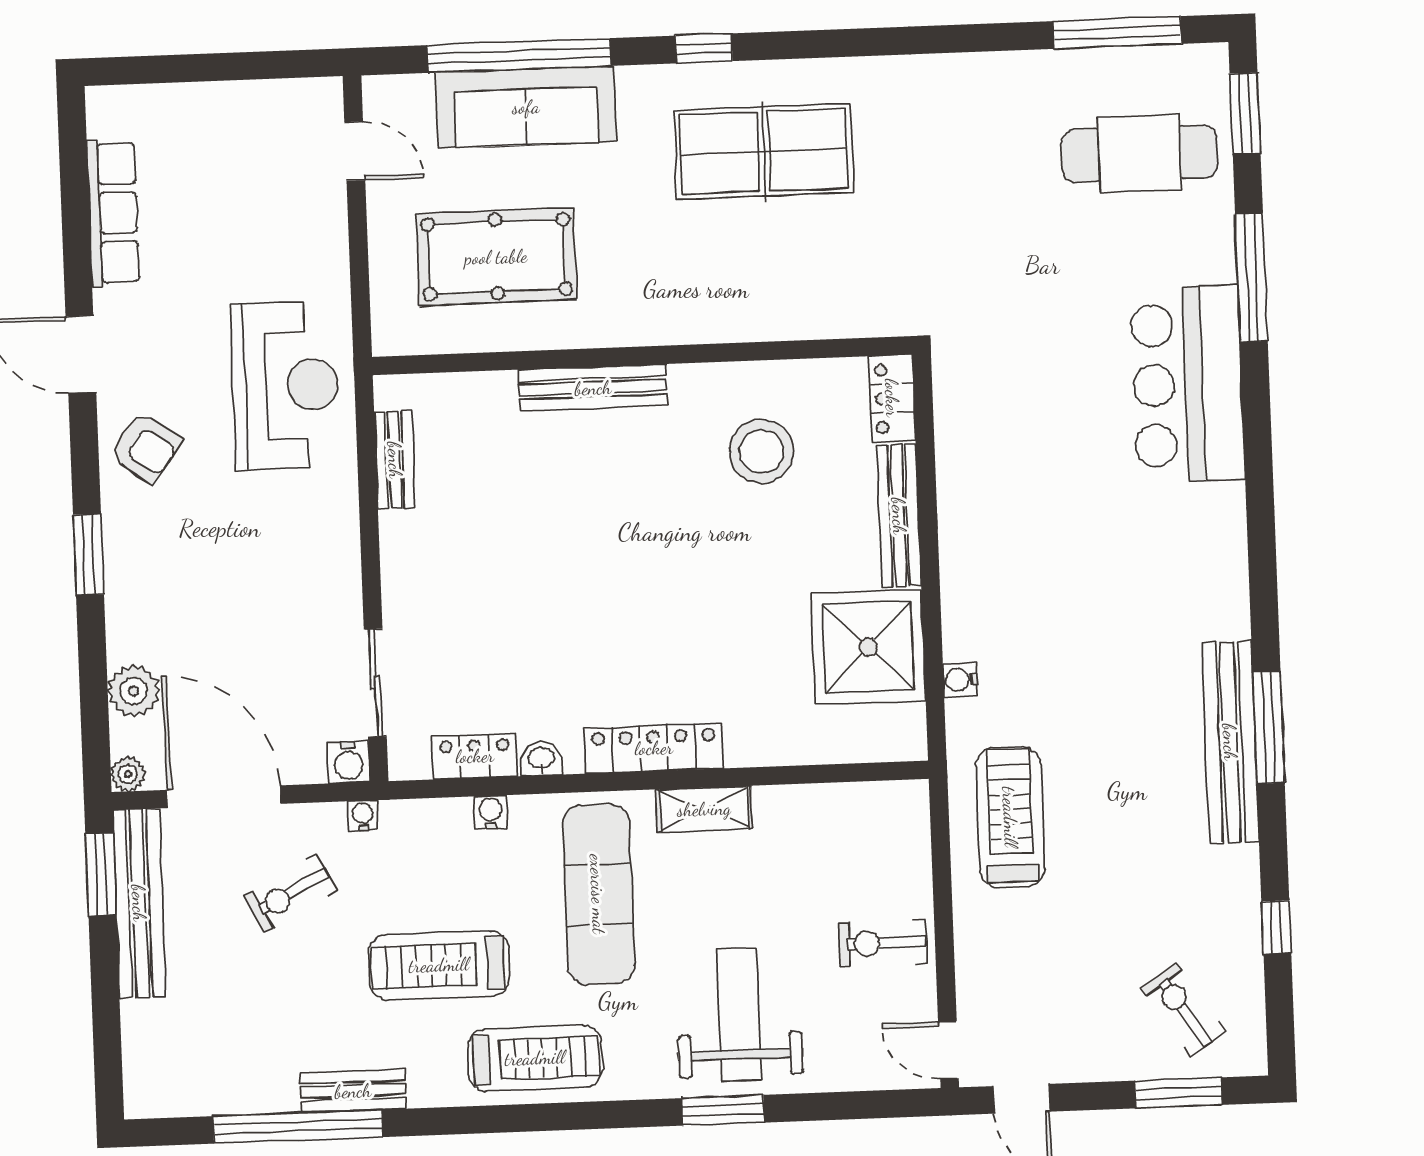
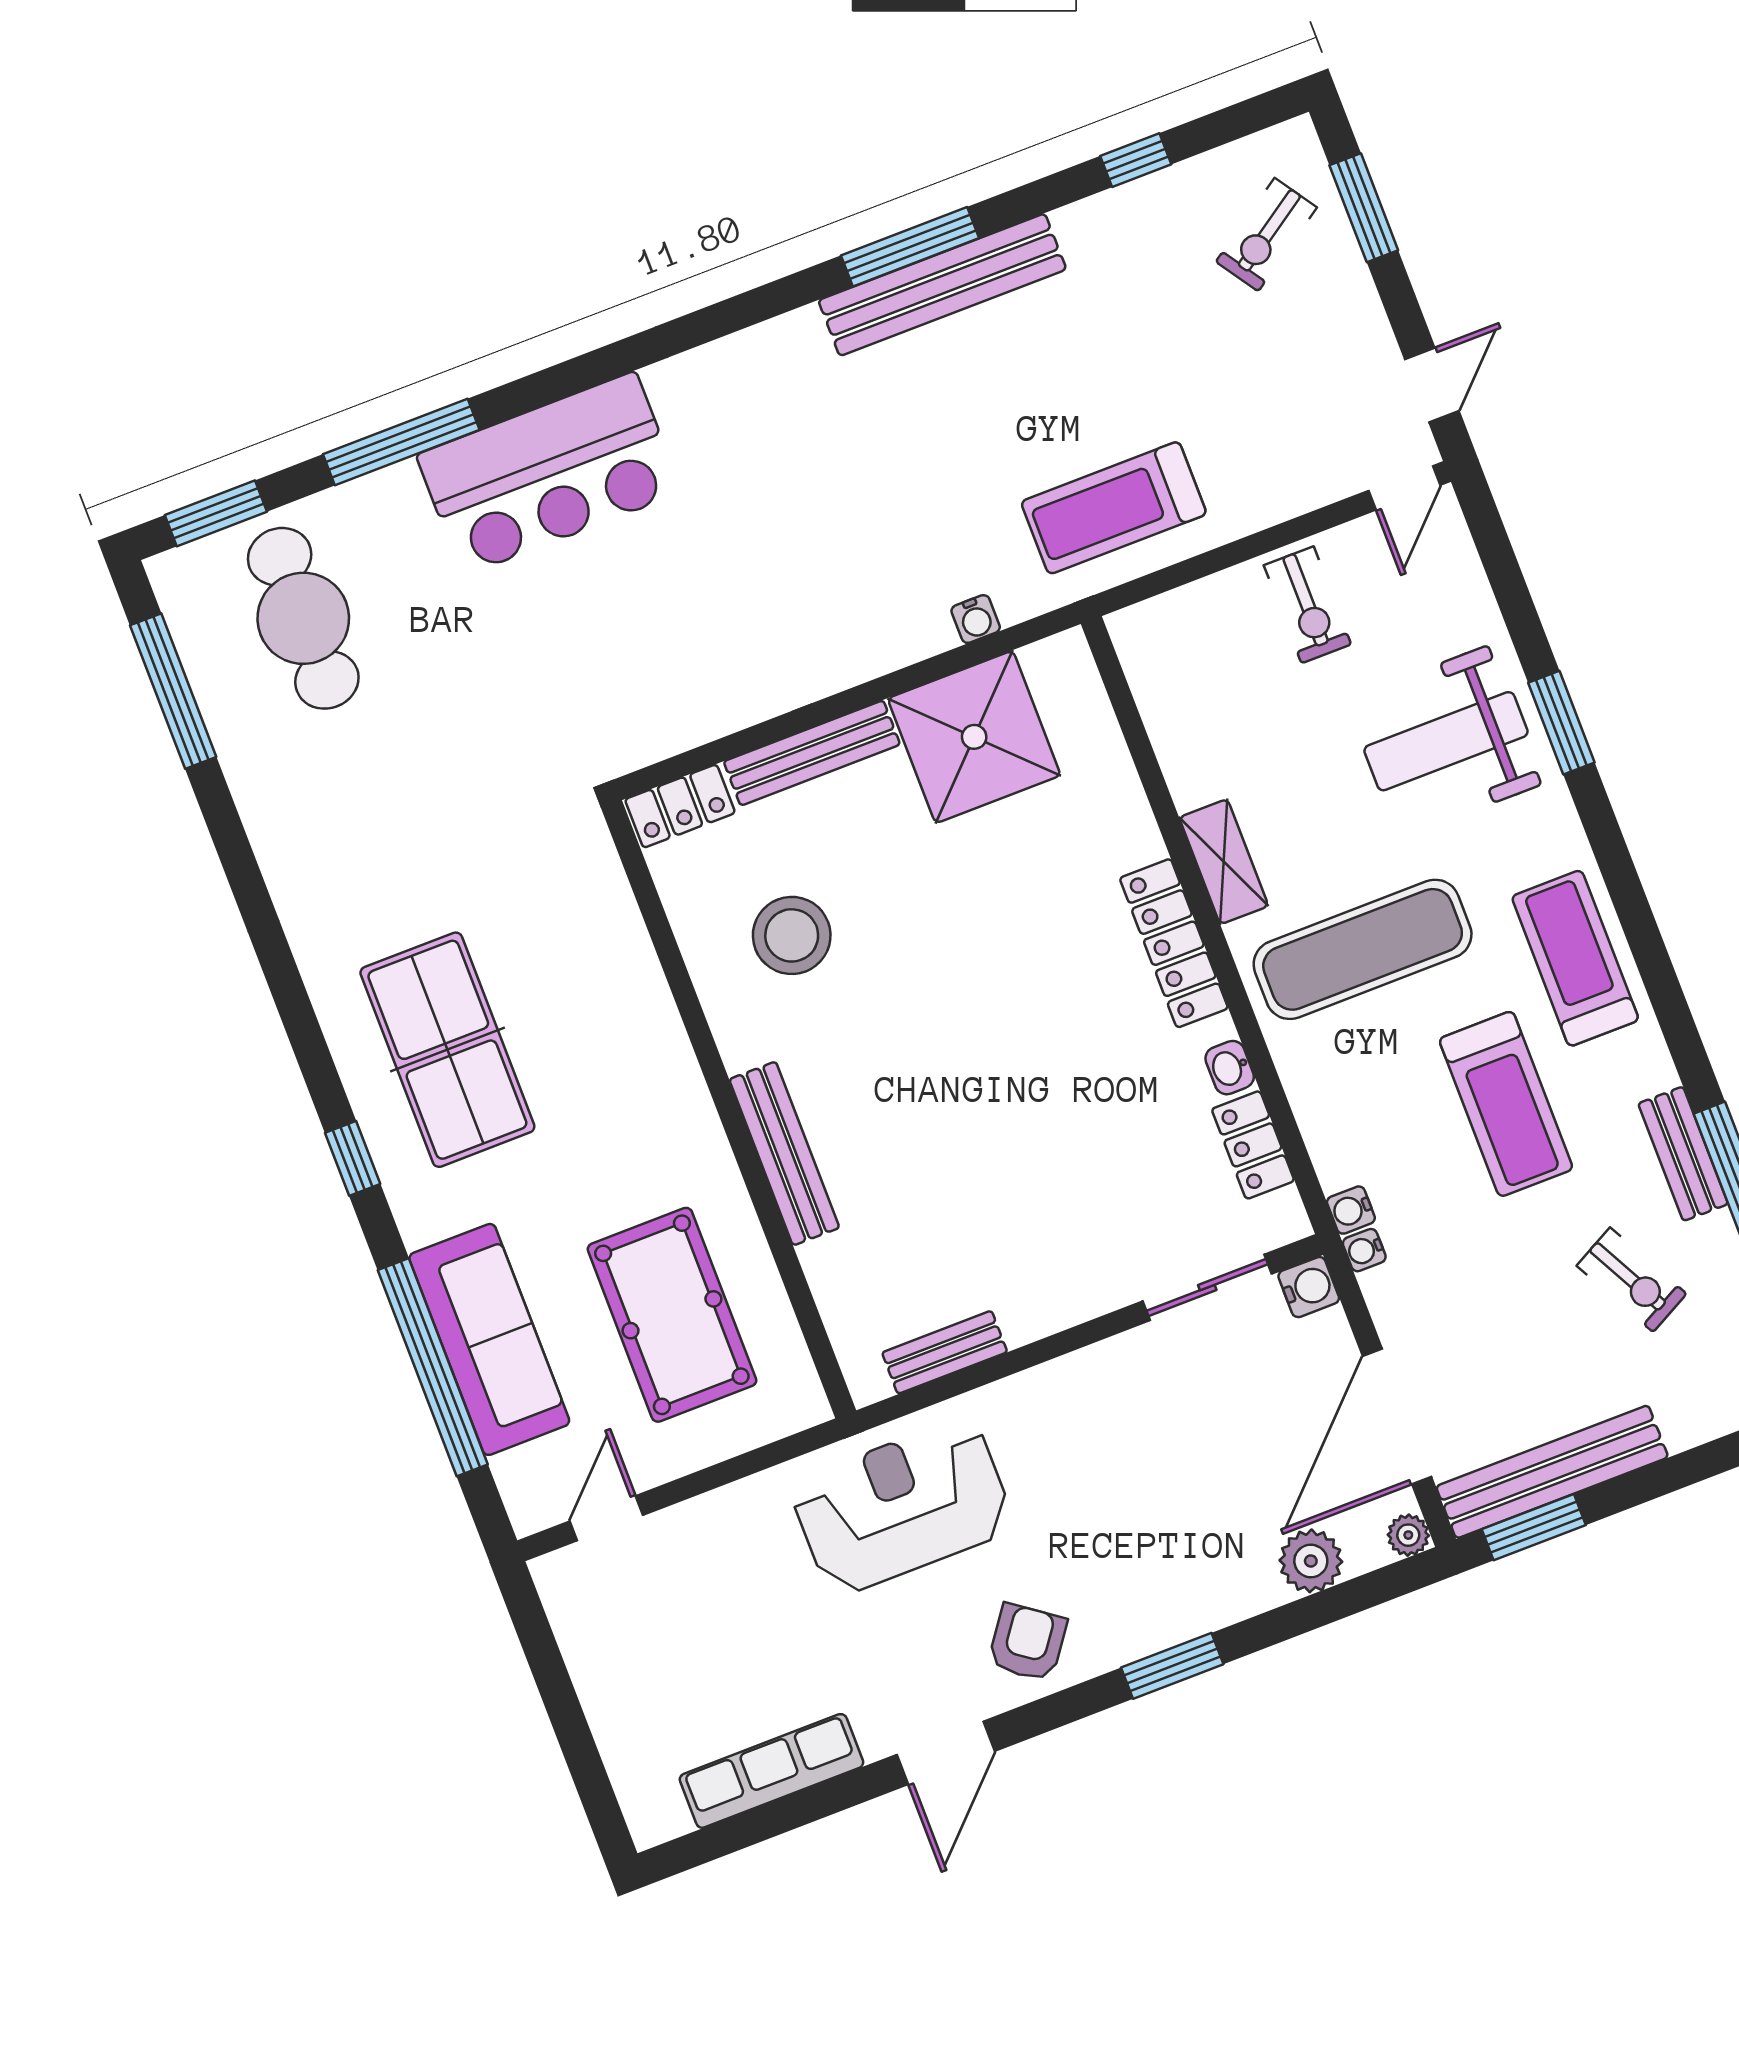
water cooler: (491, 812) -> (1351, 1210), moved
exercise bike: (291, 893) -> (1632, 1280), moved

